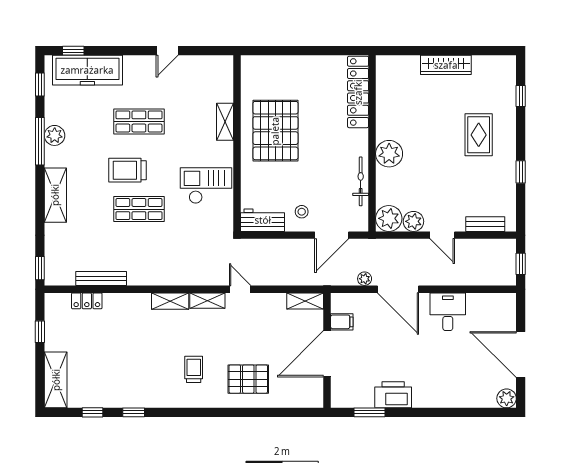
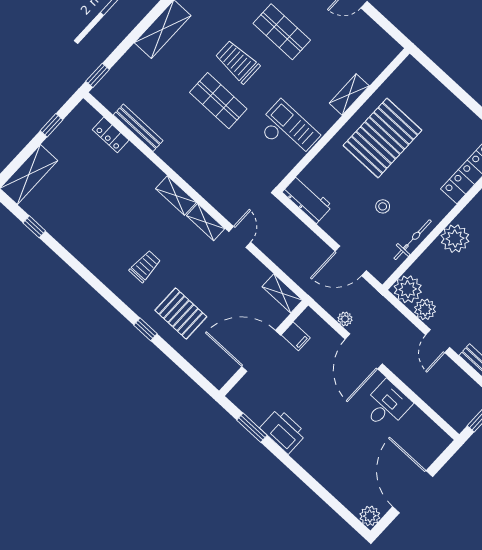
stool: (302, 212) -> (383, 206), moved
window: (134, 412) -> (145, 329), moved

